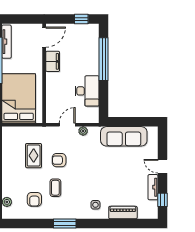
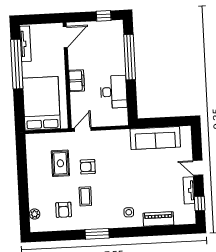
filing cabinet: (53, 61) -> (77, 81), moved
door: (67, 125) -> (83, 129), moved
plant: (83, 131) -> (112, 135), removed

